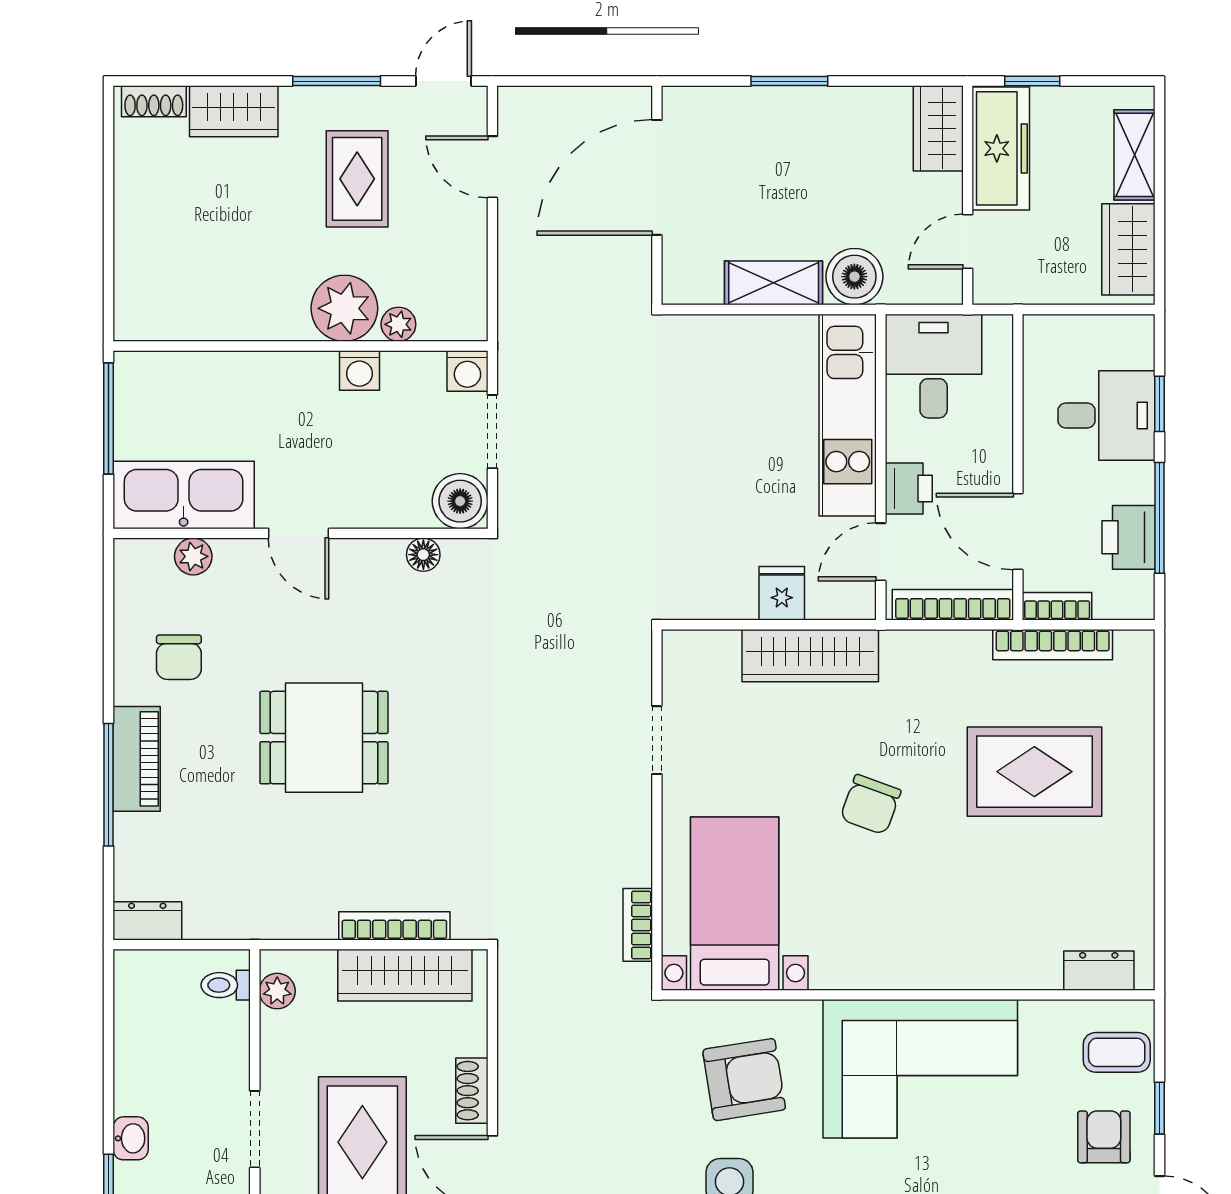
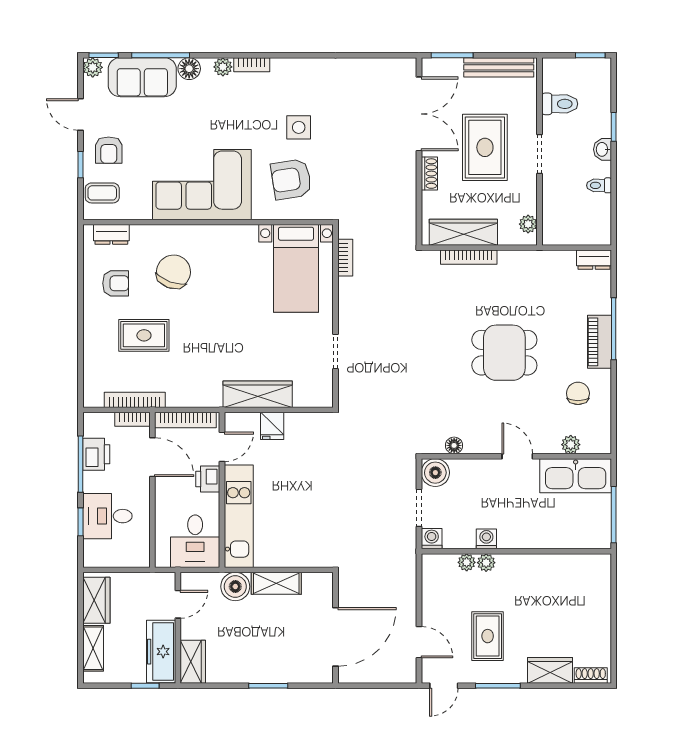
plant: (344, 308) -> (486, 563), width x0.53, depth x0.53
rug: (1034, 772) -> (144, 335), width x0.73, depth x0.70
chair: (870, 805) -> (173, 272), moved, width x1.37, depth x1.37
armchair: (1090, 874) -> (116, 283), added
toilet: (226, 985) -> (599, 185), moved, turned 180

